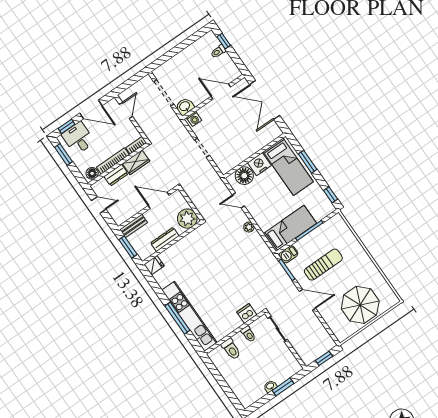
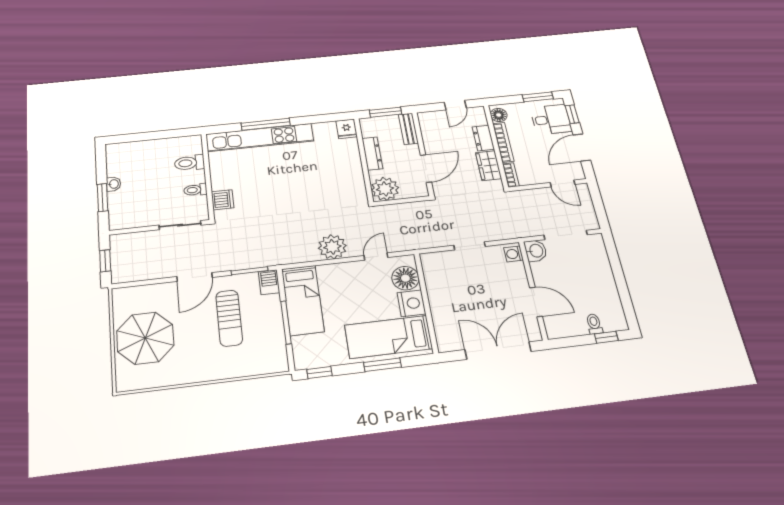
door: (221, 92) -> (536, 302), hinge flipped
plant: (249, 227) -> (332, 247), width x1.88, depth x1.88

